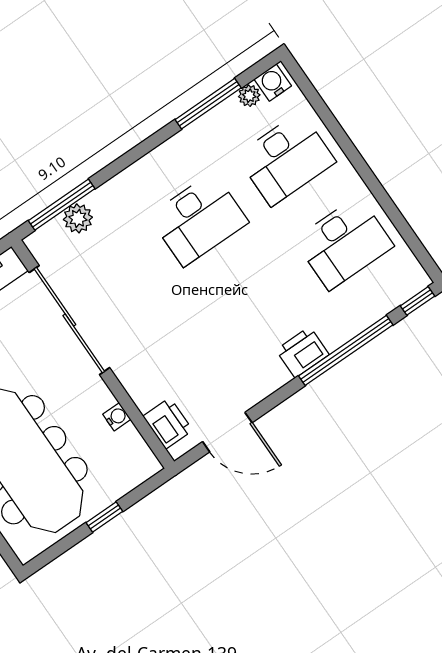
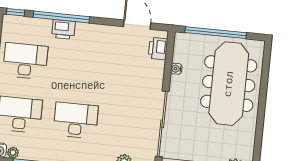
printer: (302, 352) -> (63, 29), moved
window: (104, 517) -> (216, 33), width x3.17

